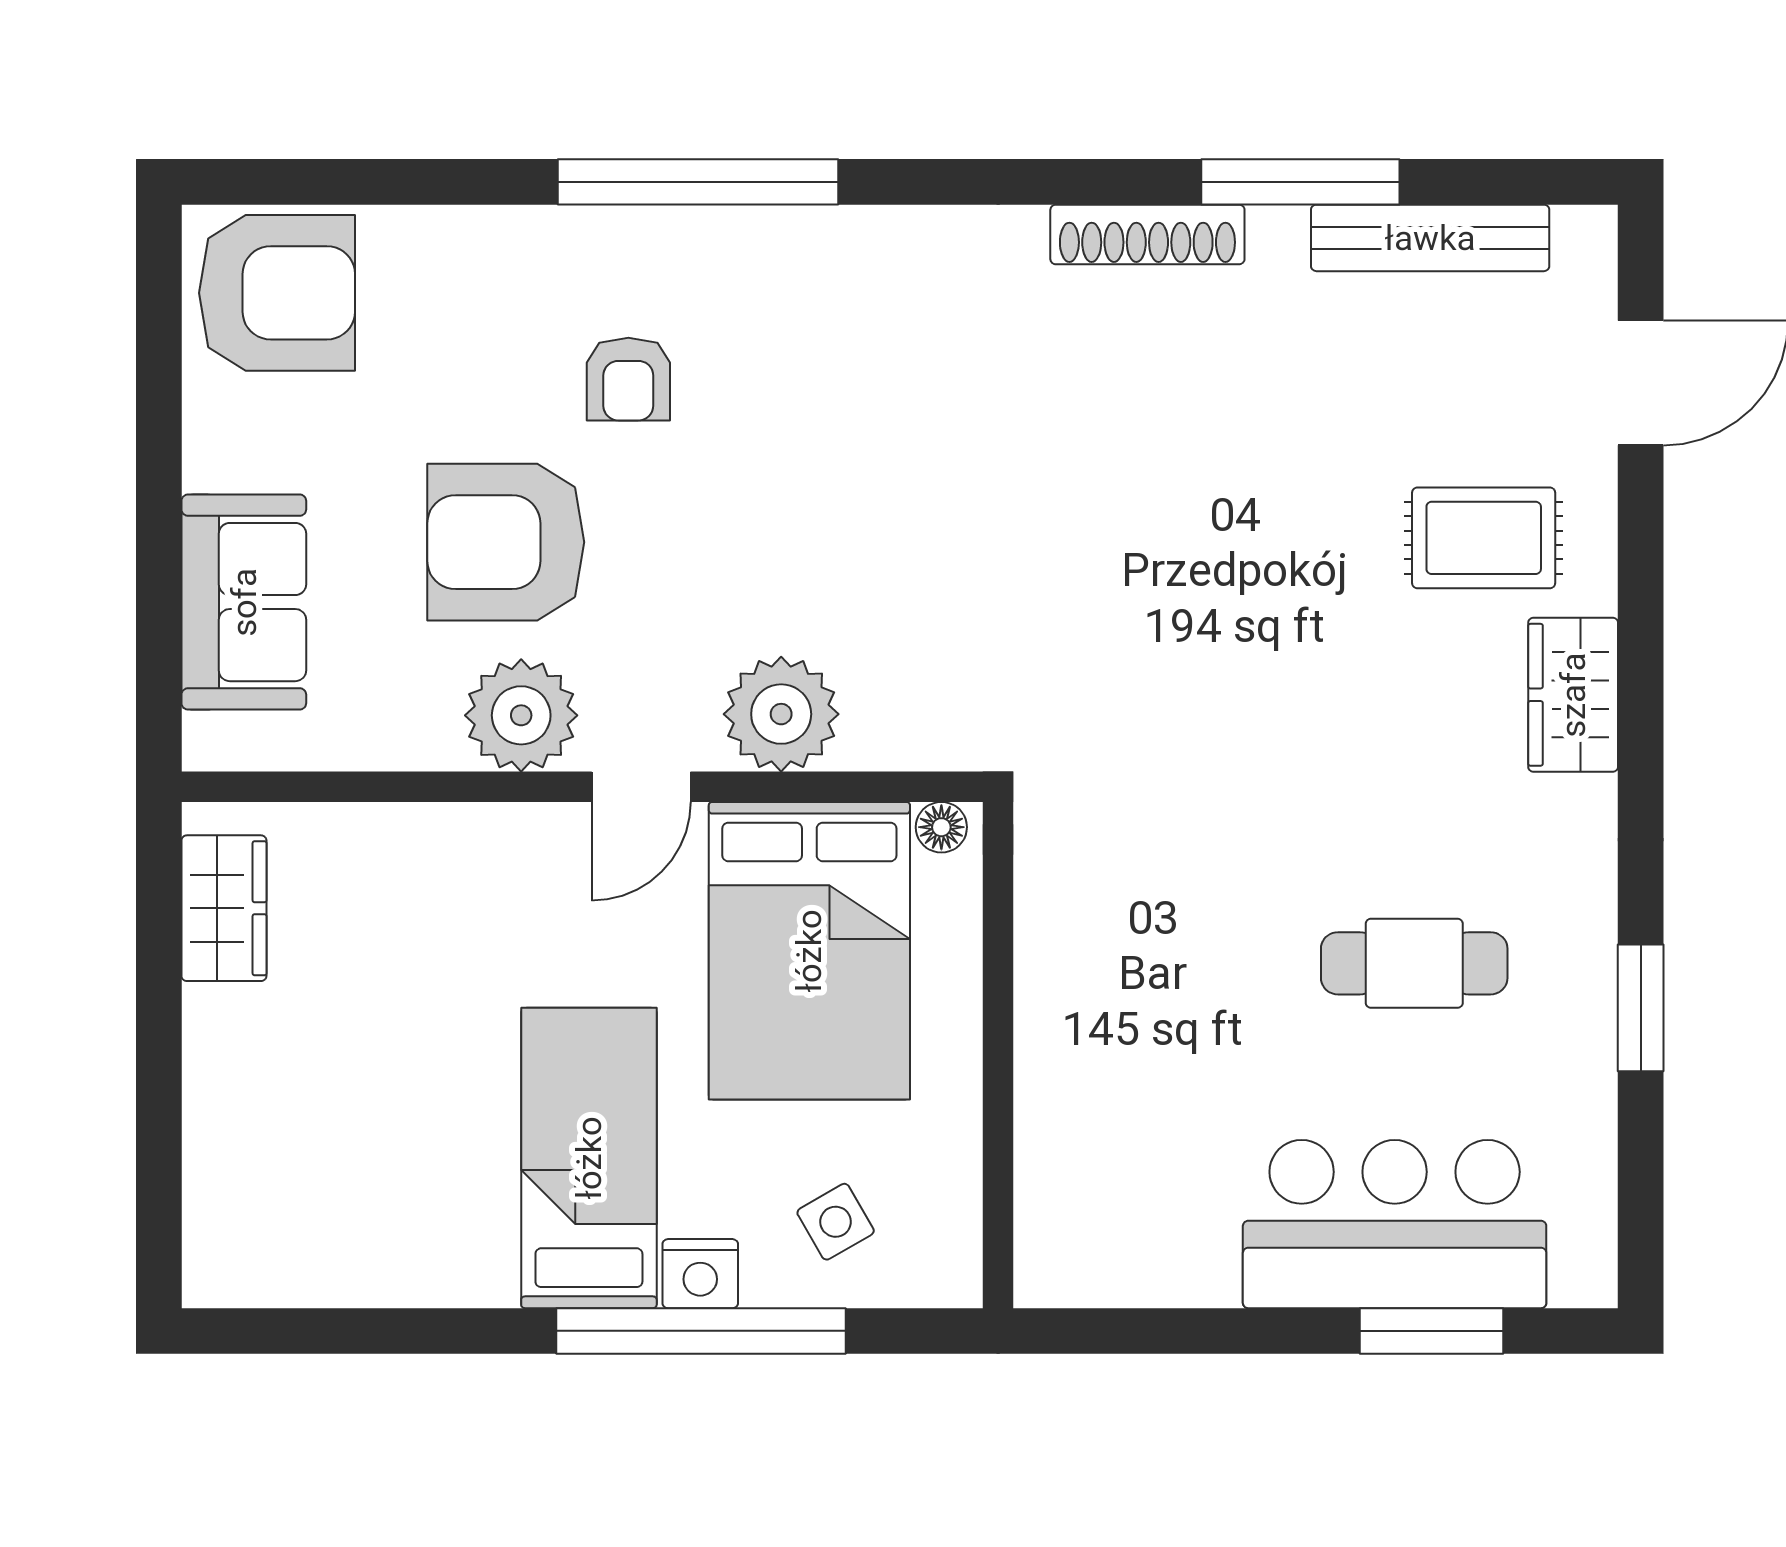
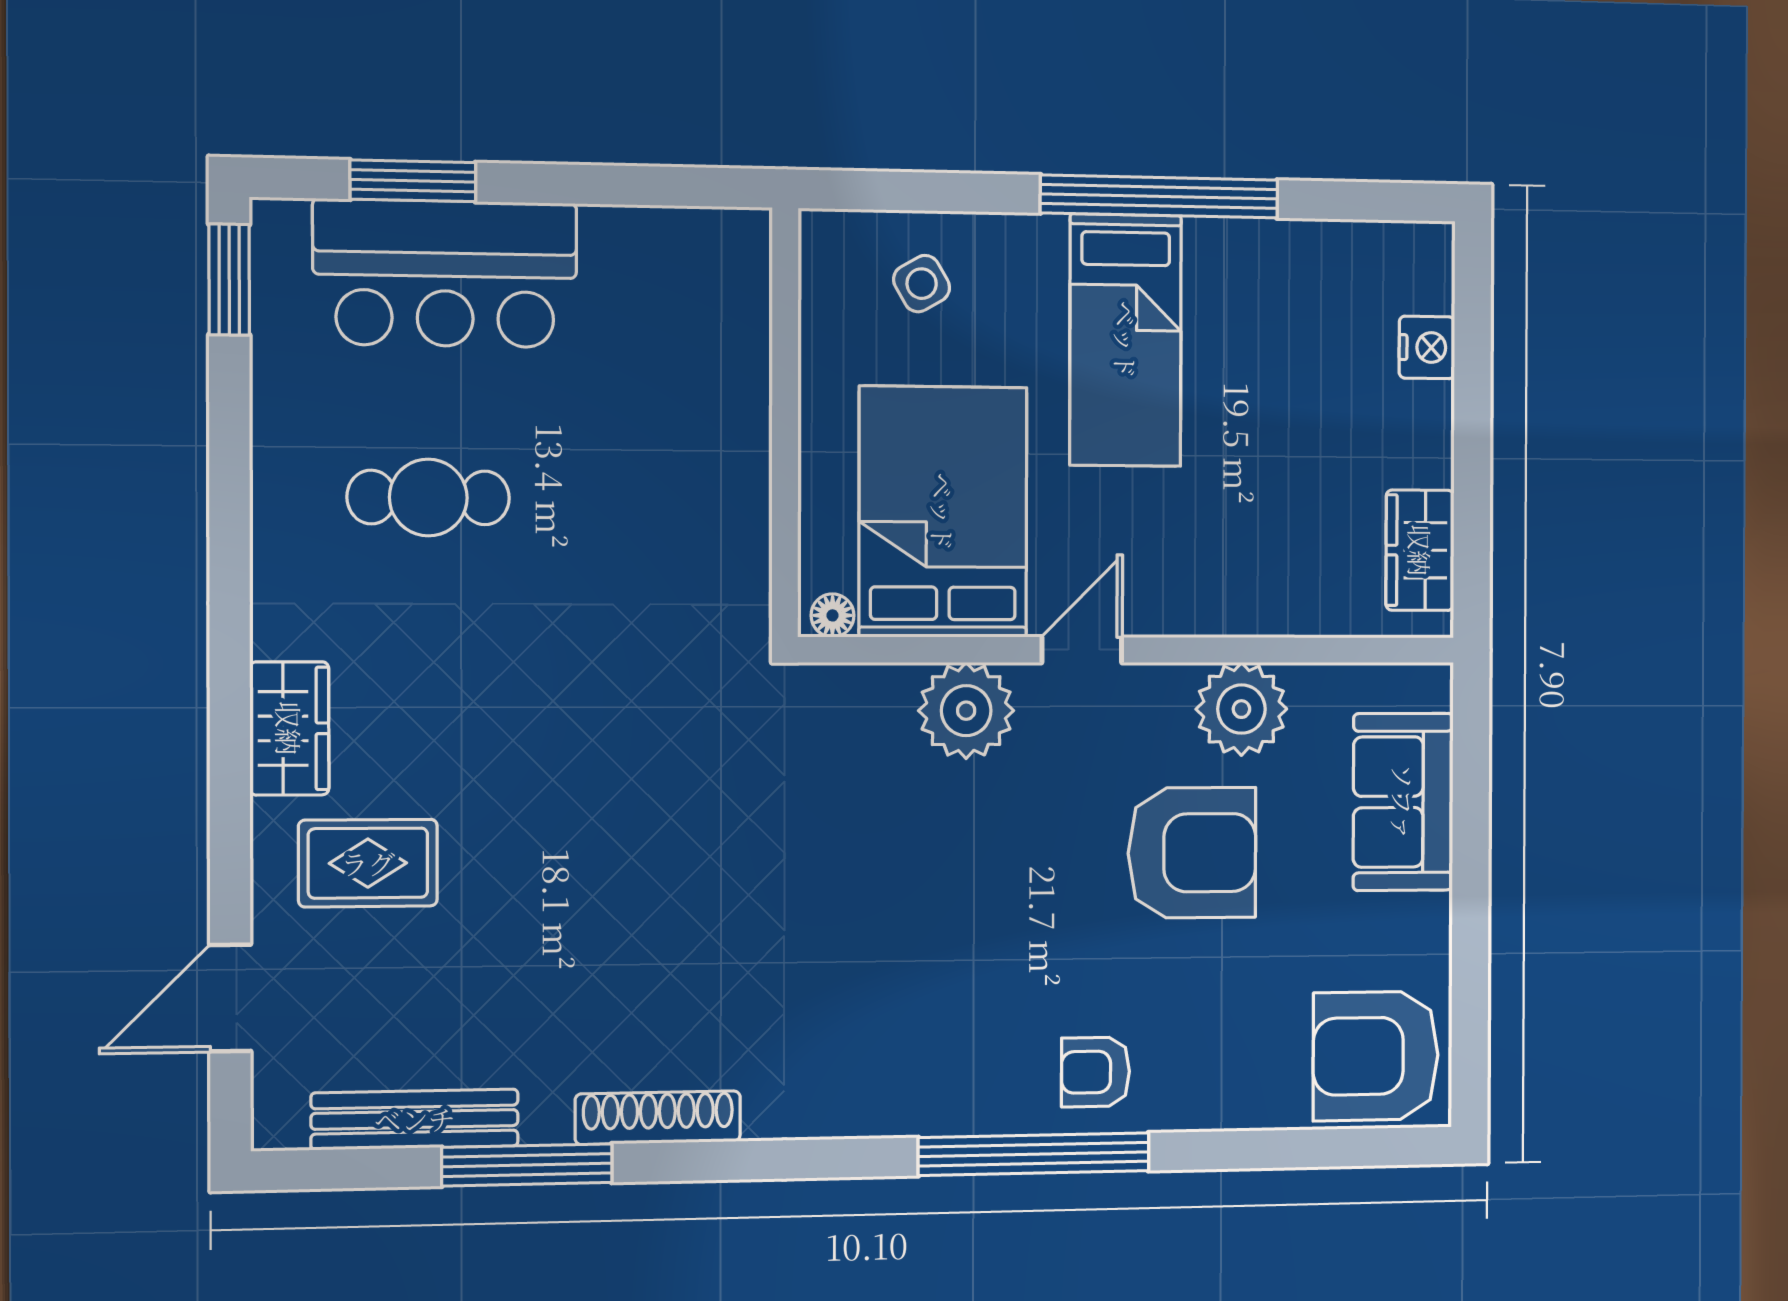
armchair: (628, 379) -> (1096, 1072), moved, turned -90
plant: (521, 715) -> (1241, 709), moved
window: (1641, 1008) -> (229, 280), moved
nightstand: (700, 1274) -> (1427, 347), moved, turned 90
window: (701, 1331) -> (1159, 196), moved

